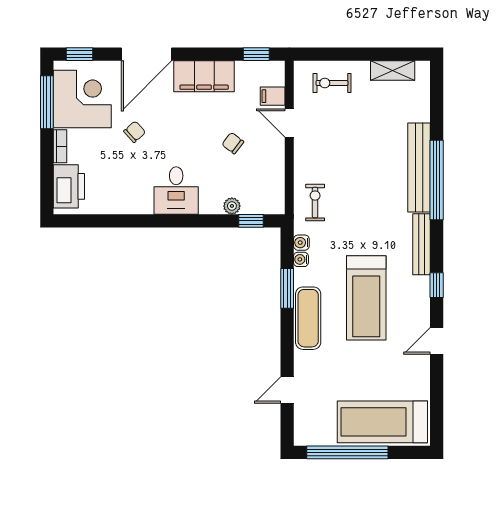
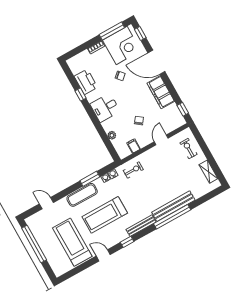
filing cabinet: (273, 96) -> (134, 146), moved
printer: (69, 186) -> (86, 82), moved, turned -90
window: (251, 221) -> (81, 94), moved
treadmill: (382, 422) -> (72, 242), moved

